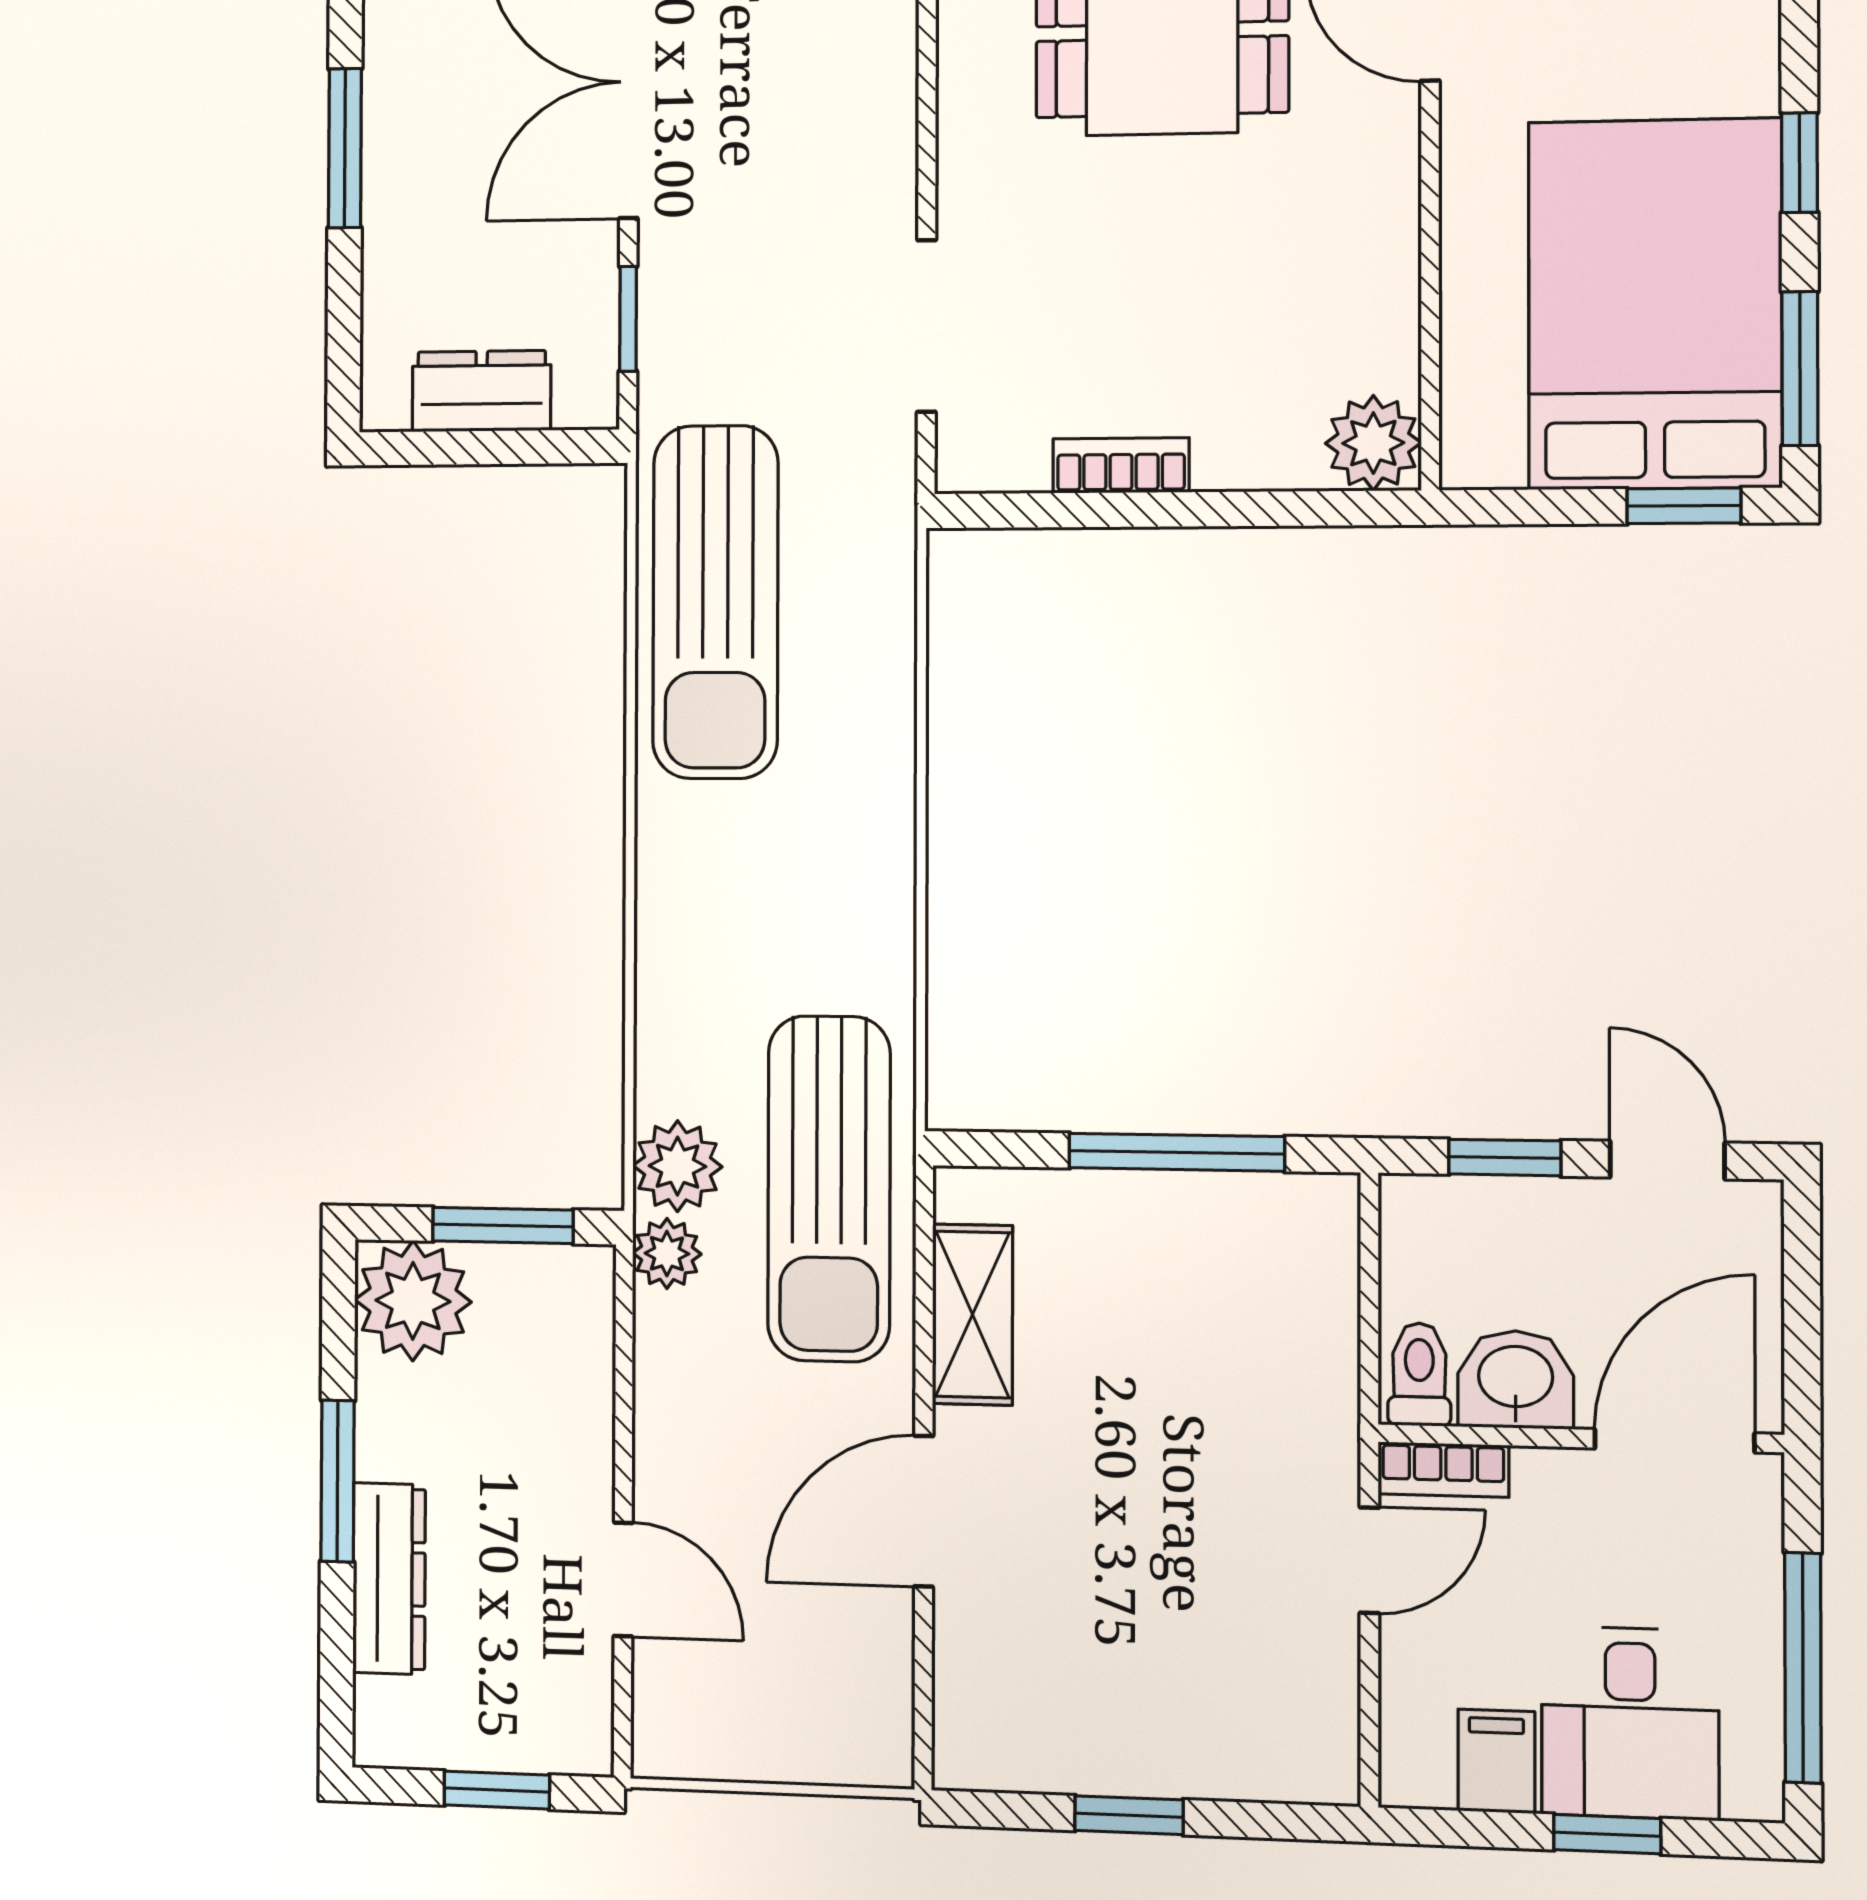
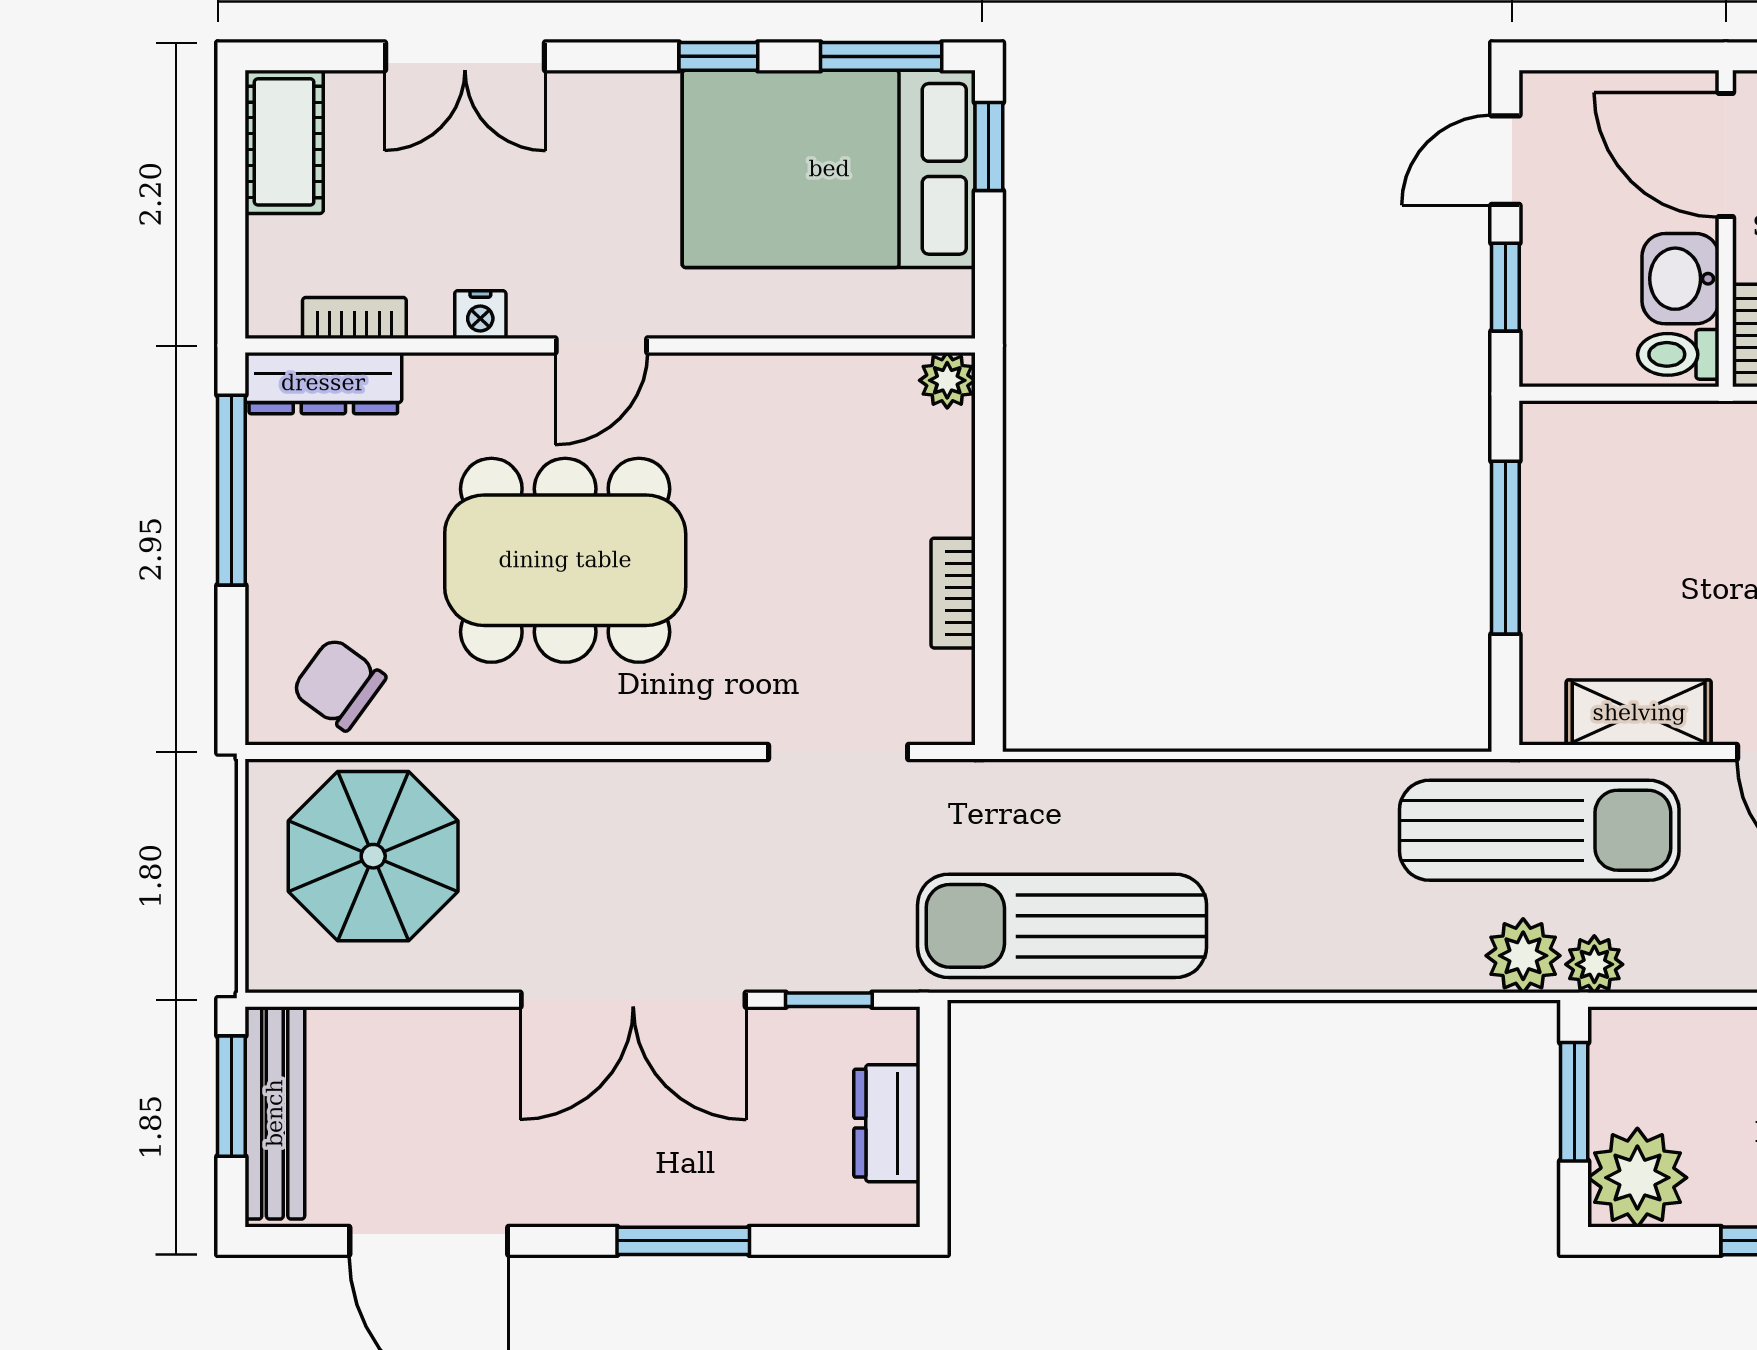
plant: (1373, 443) -> (947, 380), width x0.73, depth x0.73
sun lounger: (715, 602) -> (1062, 926), turned 180

